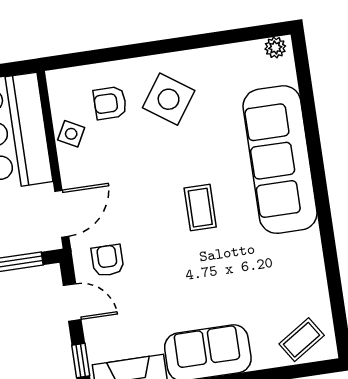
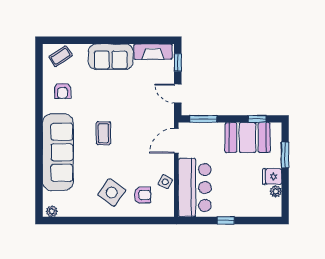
armchair: (107, 261) -> (63, 91), moved

